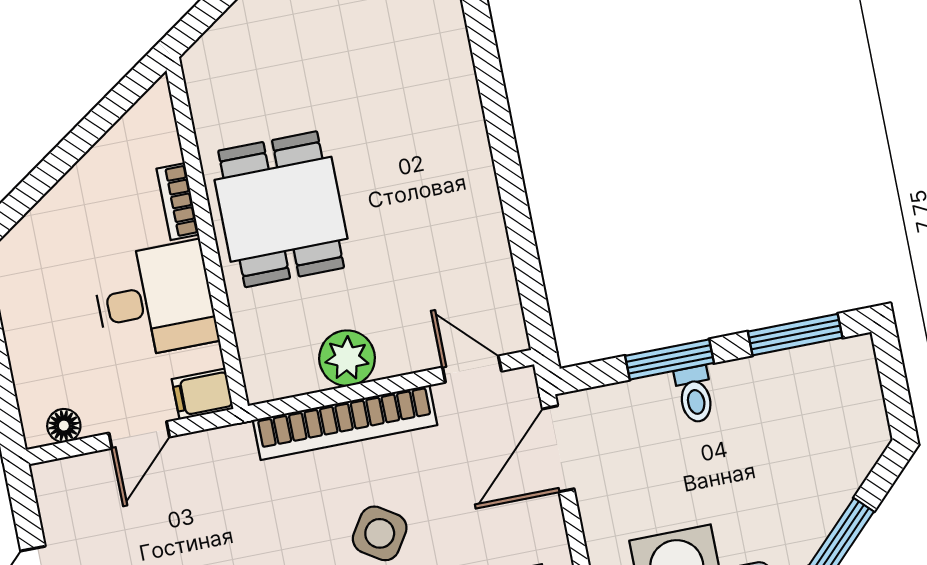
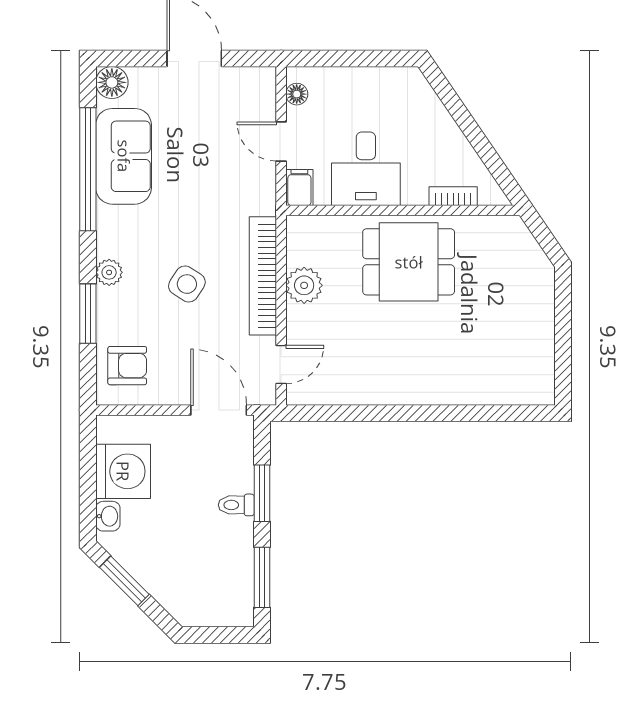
bookcase: (178, 202) -> (453, 196), moved

